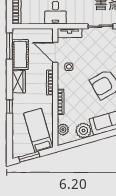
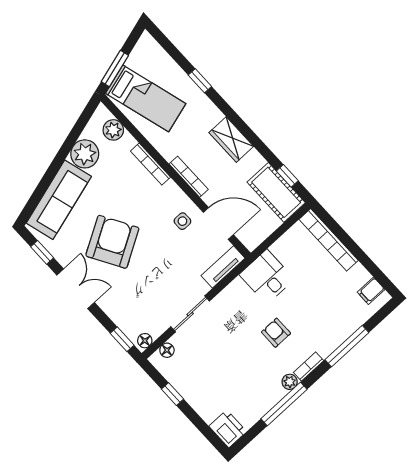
window: (9, 46) -> (287, 176), width x0.46
cot: (20, 54) -> (276, 192), moved
window: (9, 106) -> (200, 81), moved
window: (29, 157) -> (115, 68), moved

